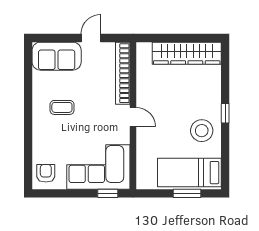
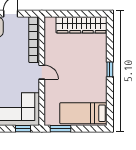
stool: (202, 131) -> (93, 82), removed
window: (187, 193) -> (60, 129), moved

